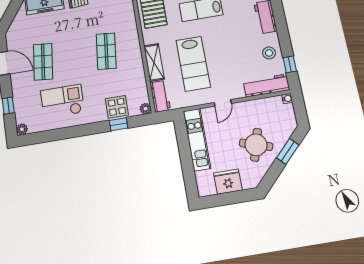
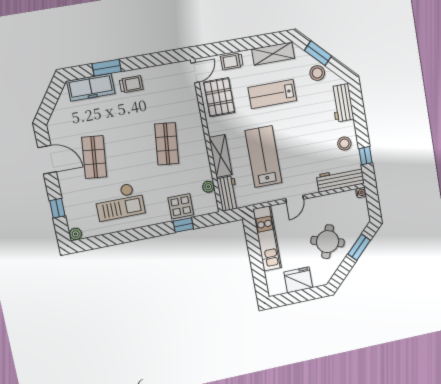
lab bench: (193, 64) -> (263, 157), turned 180
checkout: (62, 101) -> (120, 202), turned 180
plant: (145, 109) -> (208, 187), moved

